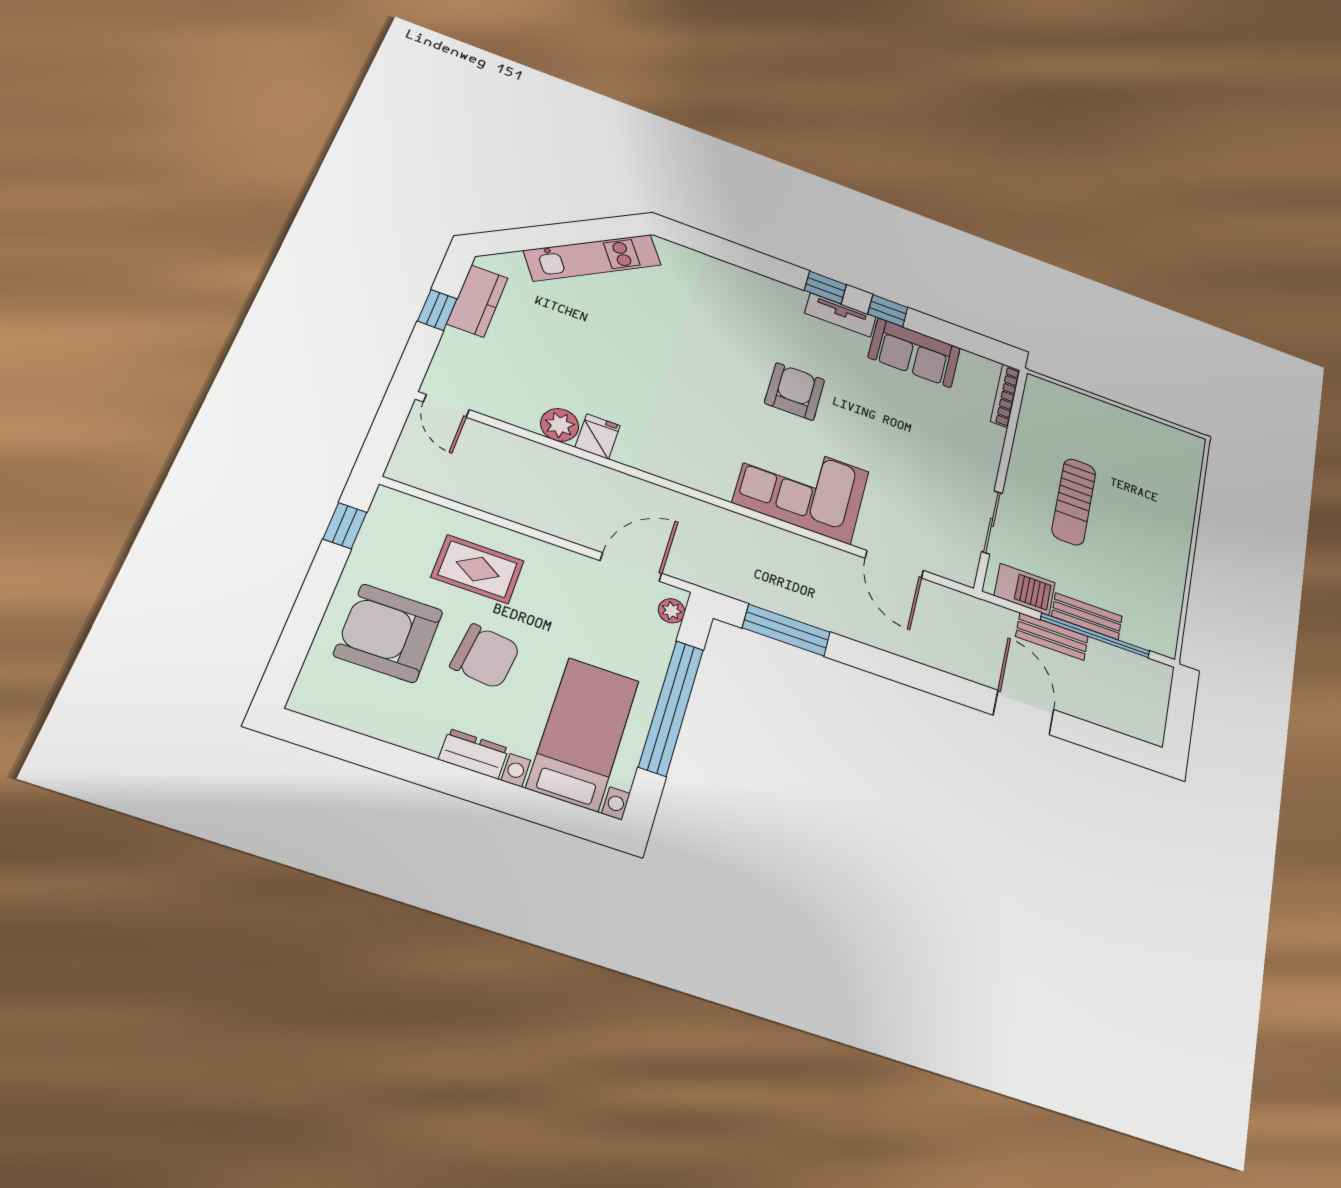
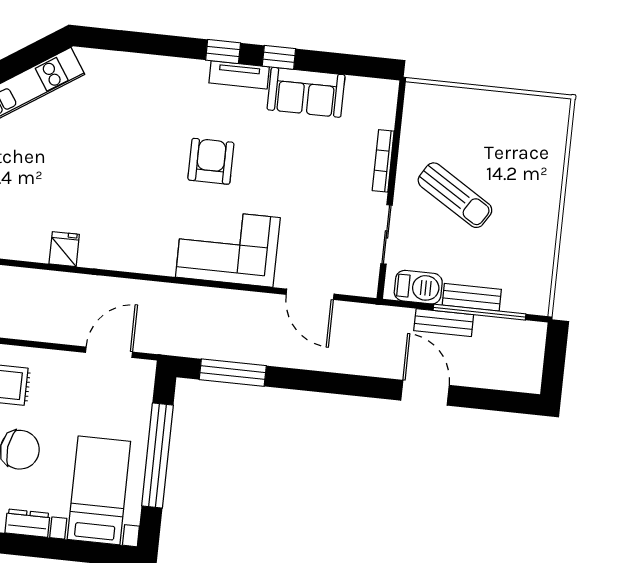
bookcase: (1005, 396) -> (383, 161), moved
plant: (560, 425) -> (34, 248), removed
sun lounger: (1074, 502) -> (455, 195), turned -58
plant: (672, 611) -> (145, 380), removed

